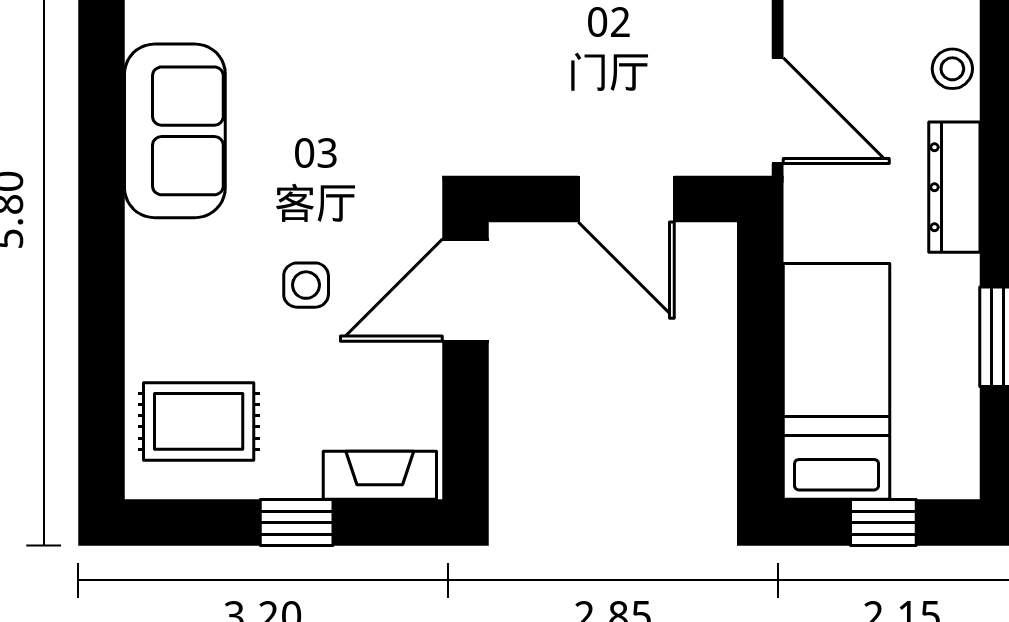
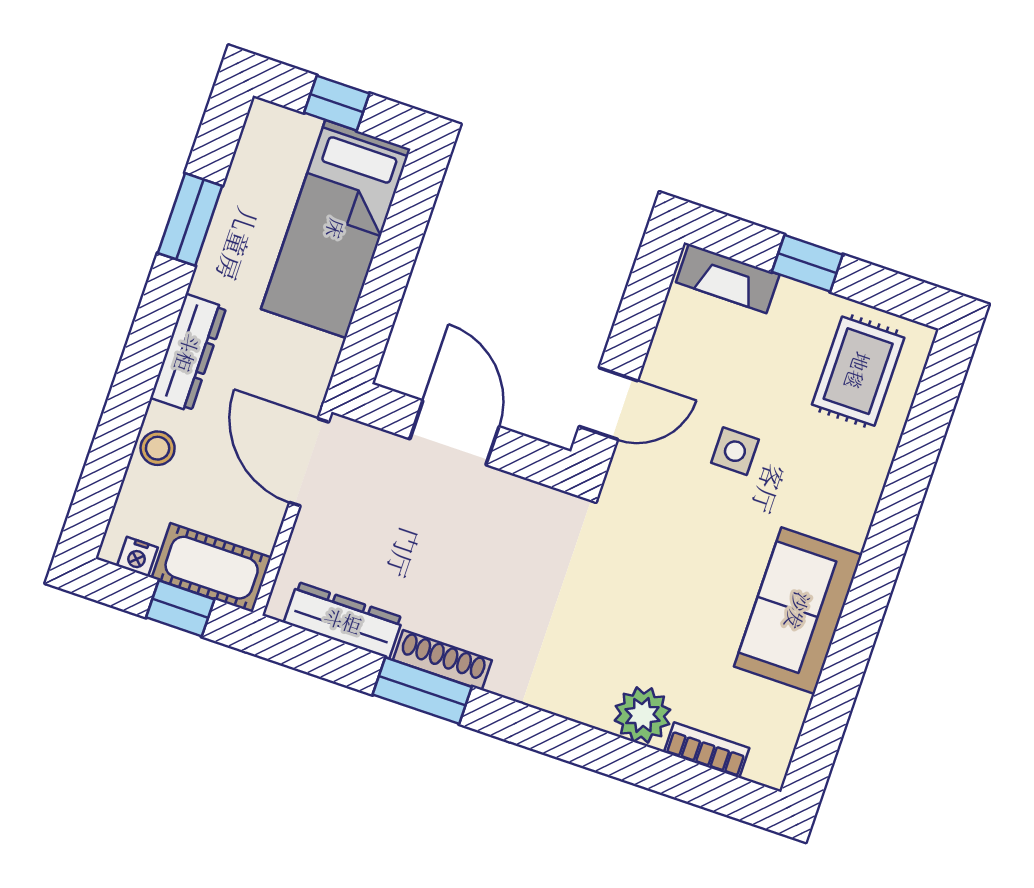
door: (466, 290) -> (608, 404), width x0.73
rug: (199, 421) -> (858, 371), turned 90

